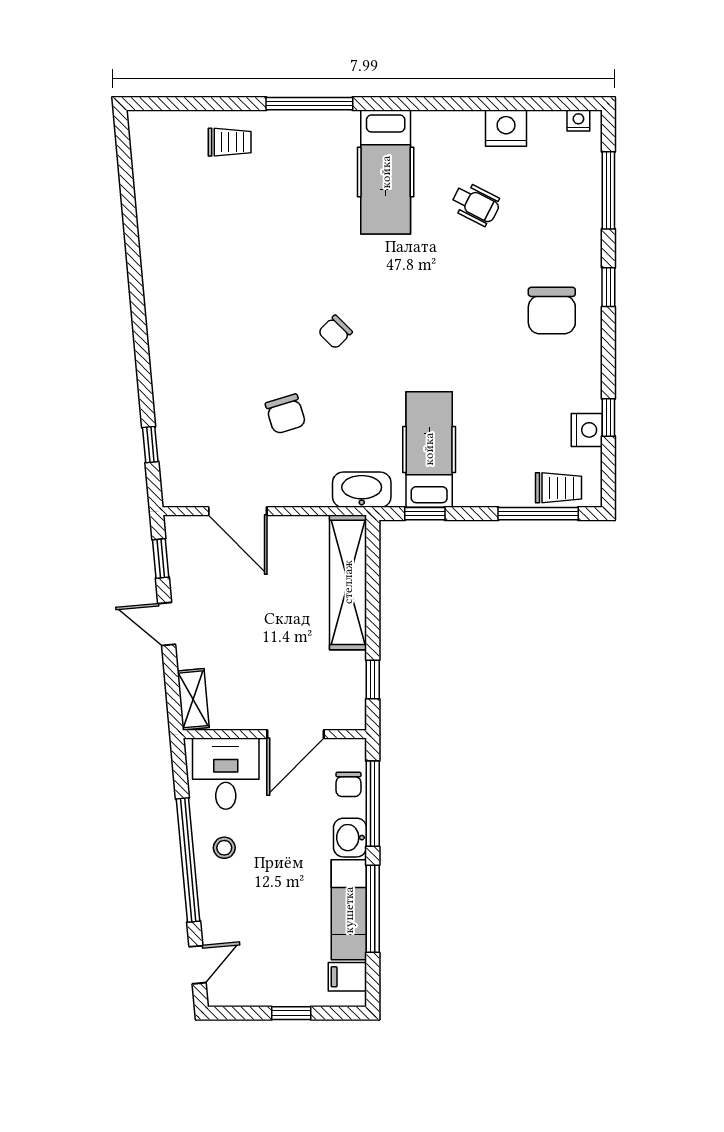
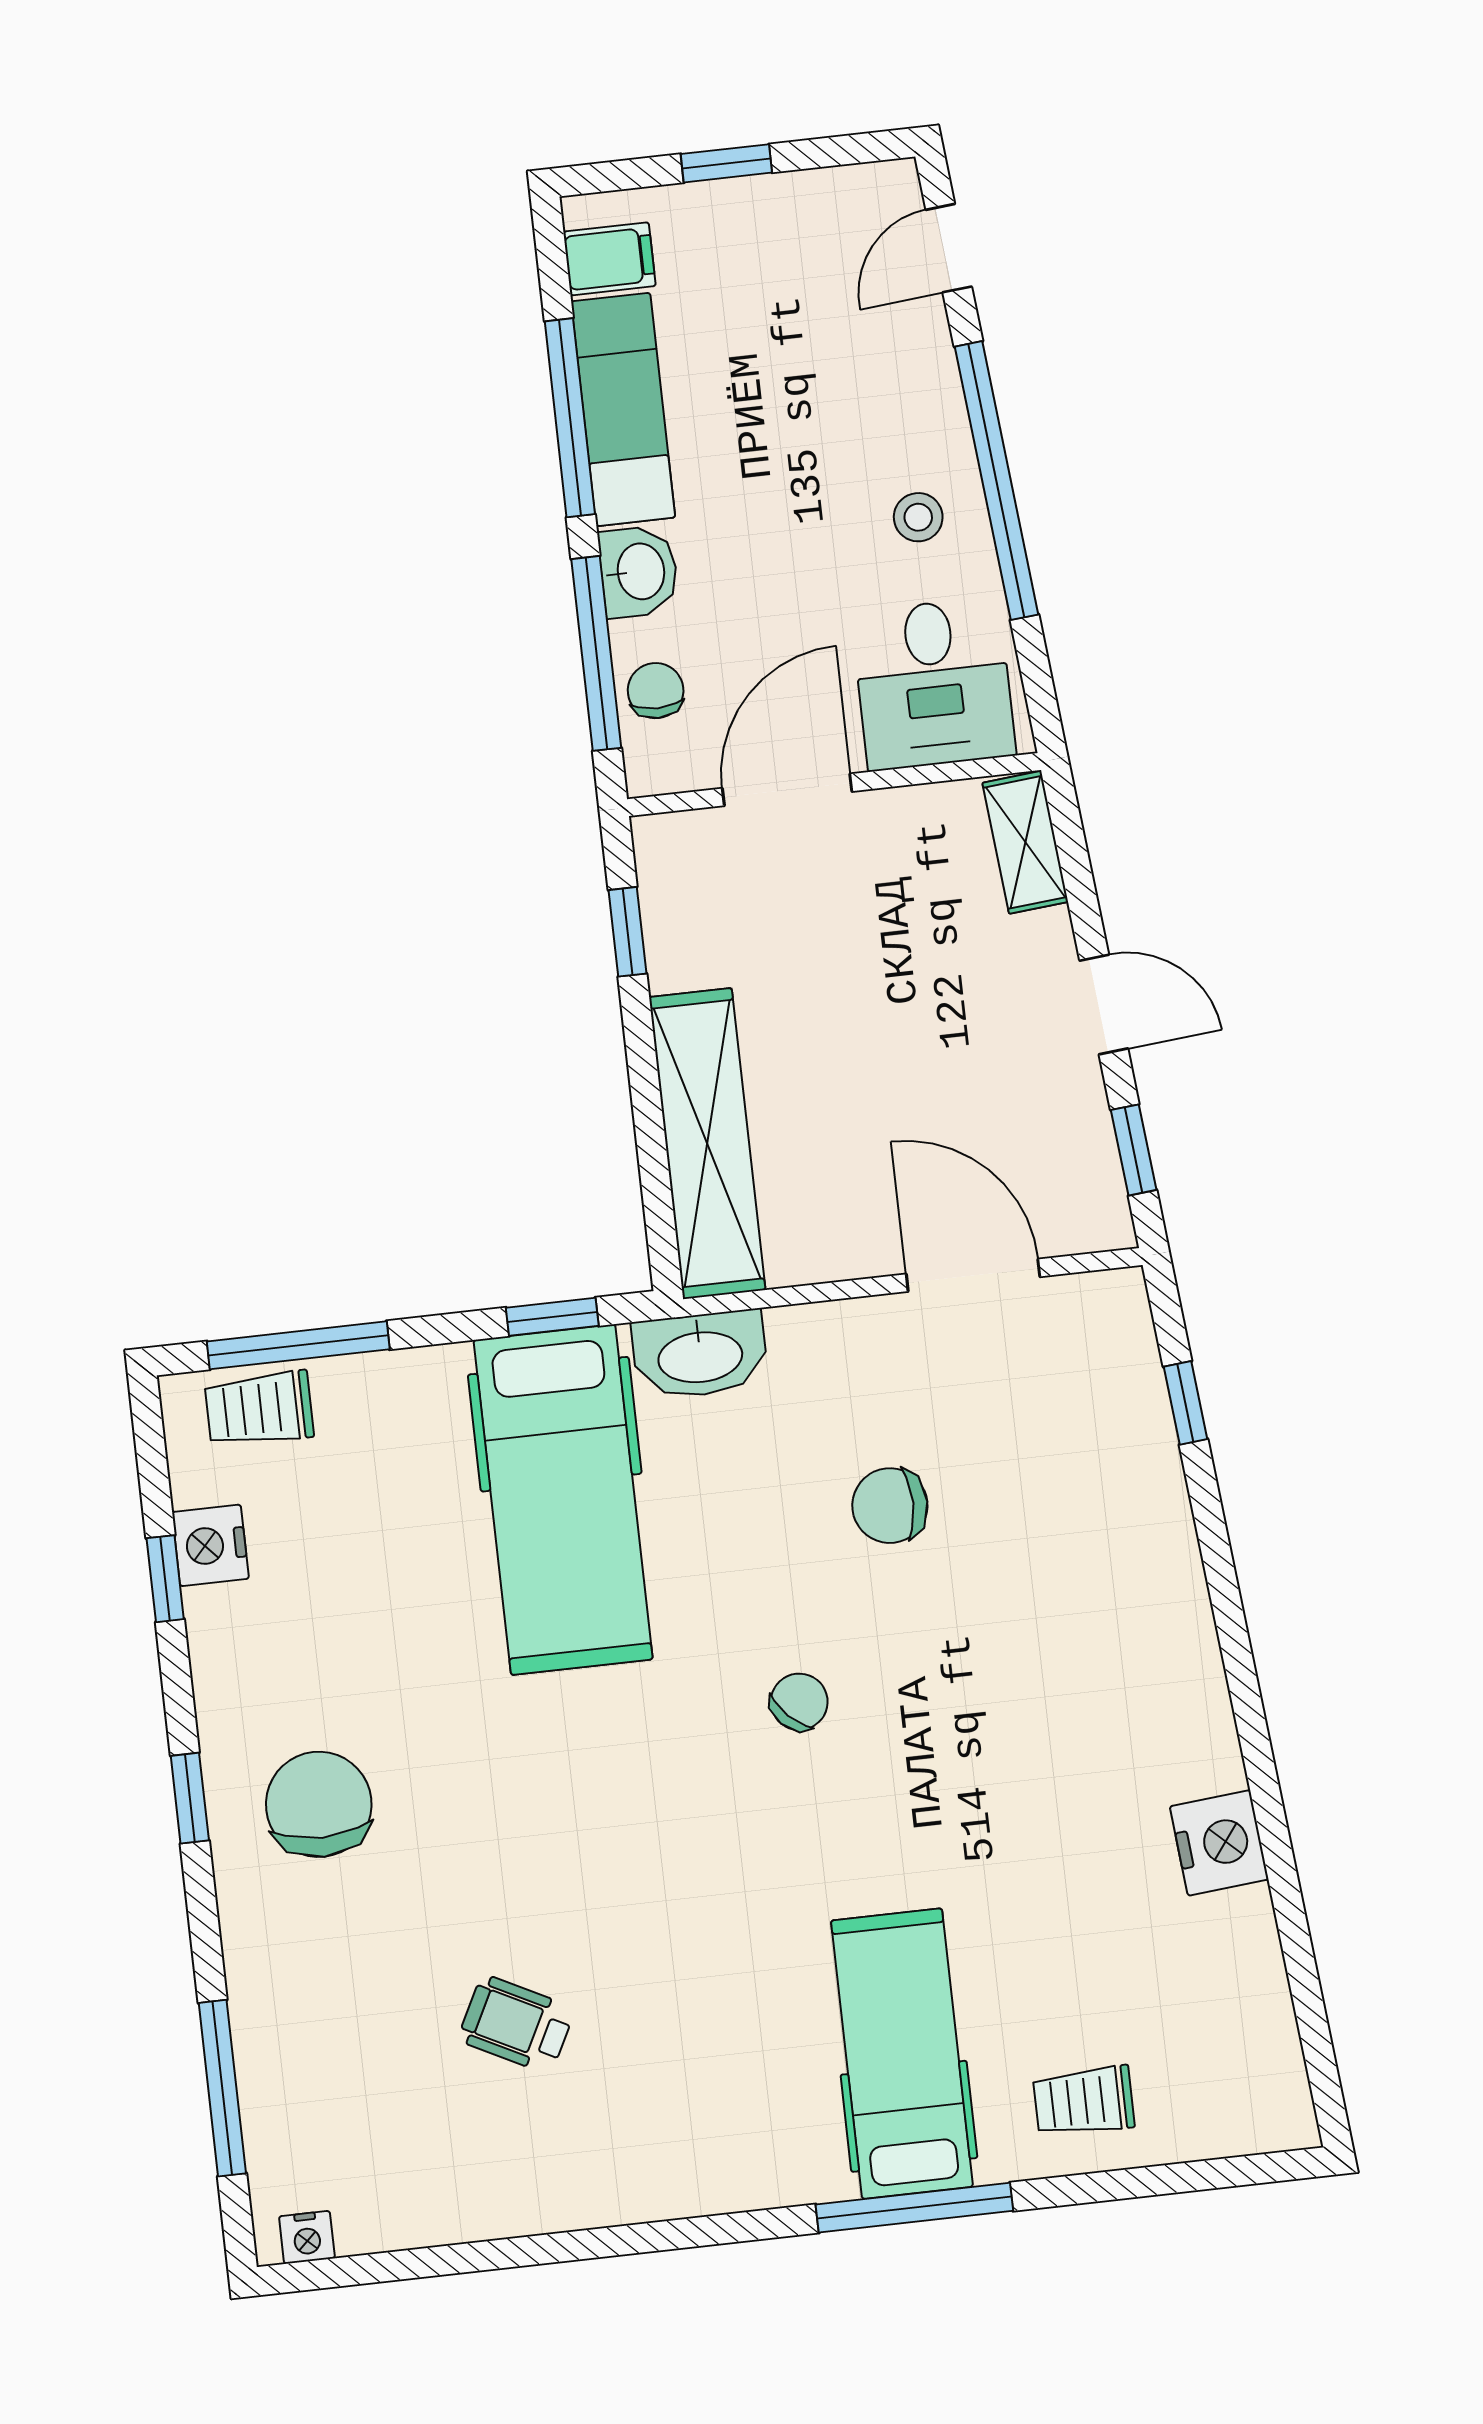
nightstand: (506, 128) -> (1219, 1843), moved, turned -95
hospital bed: (386, 172) -> (902, 2054), moved
window: (608, 287) -> (190, 1798), moved
chair: (286, 414) -> (890, 1506), turned -73
hospital bed: (429, 449) -> (563, 1500), width x1.37, depth x1.29

